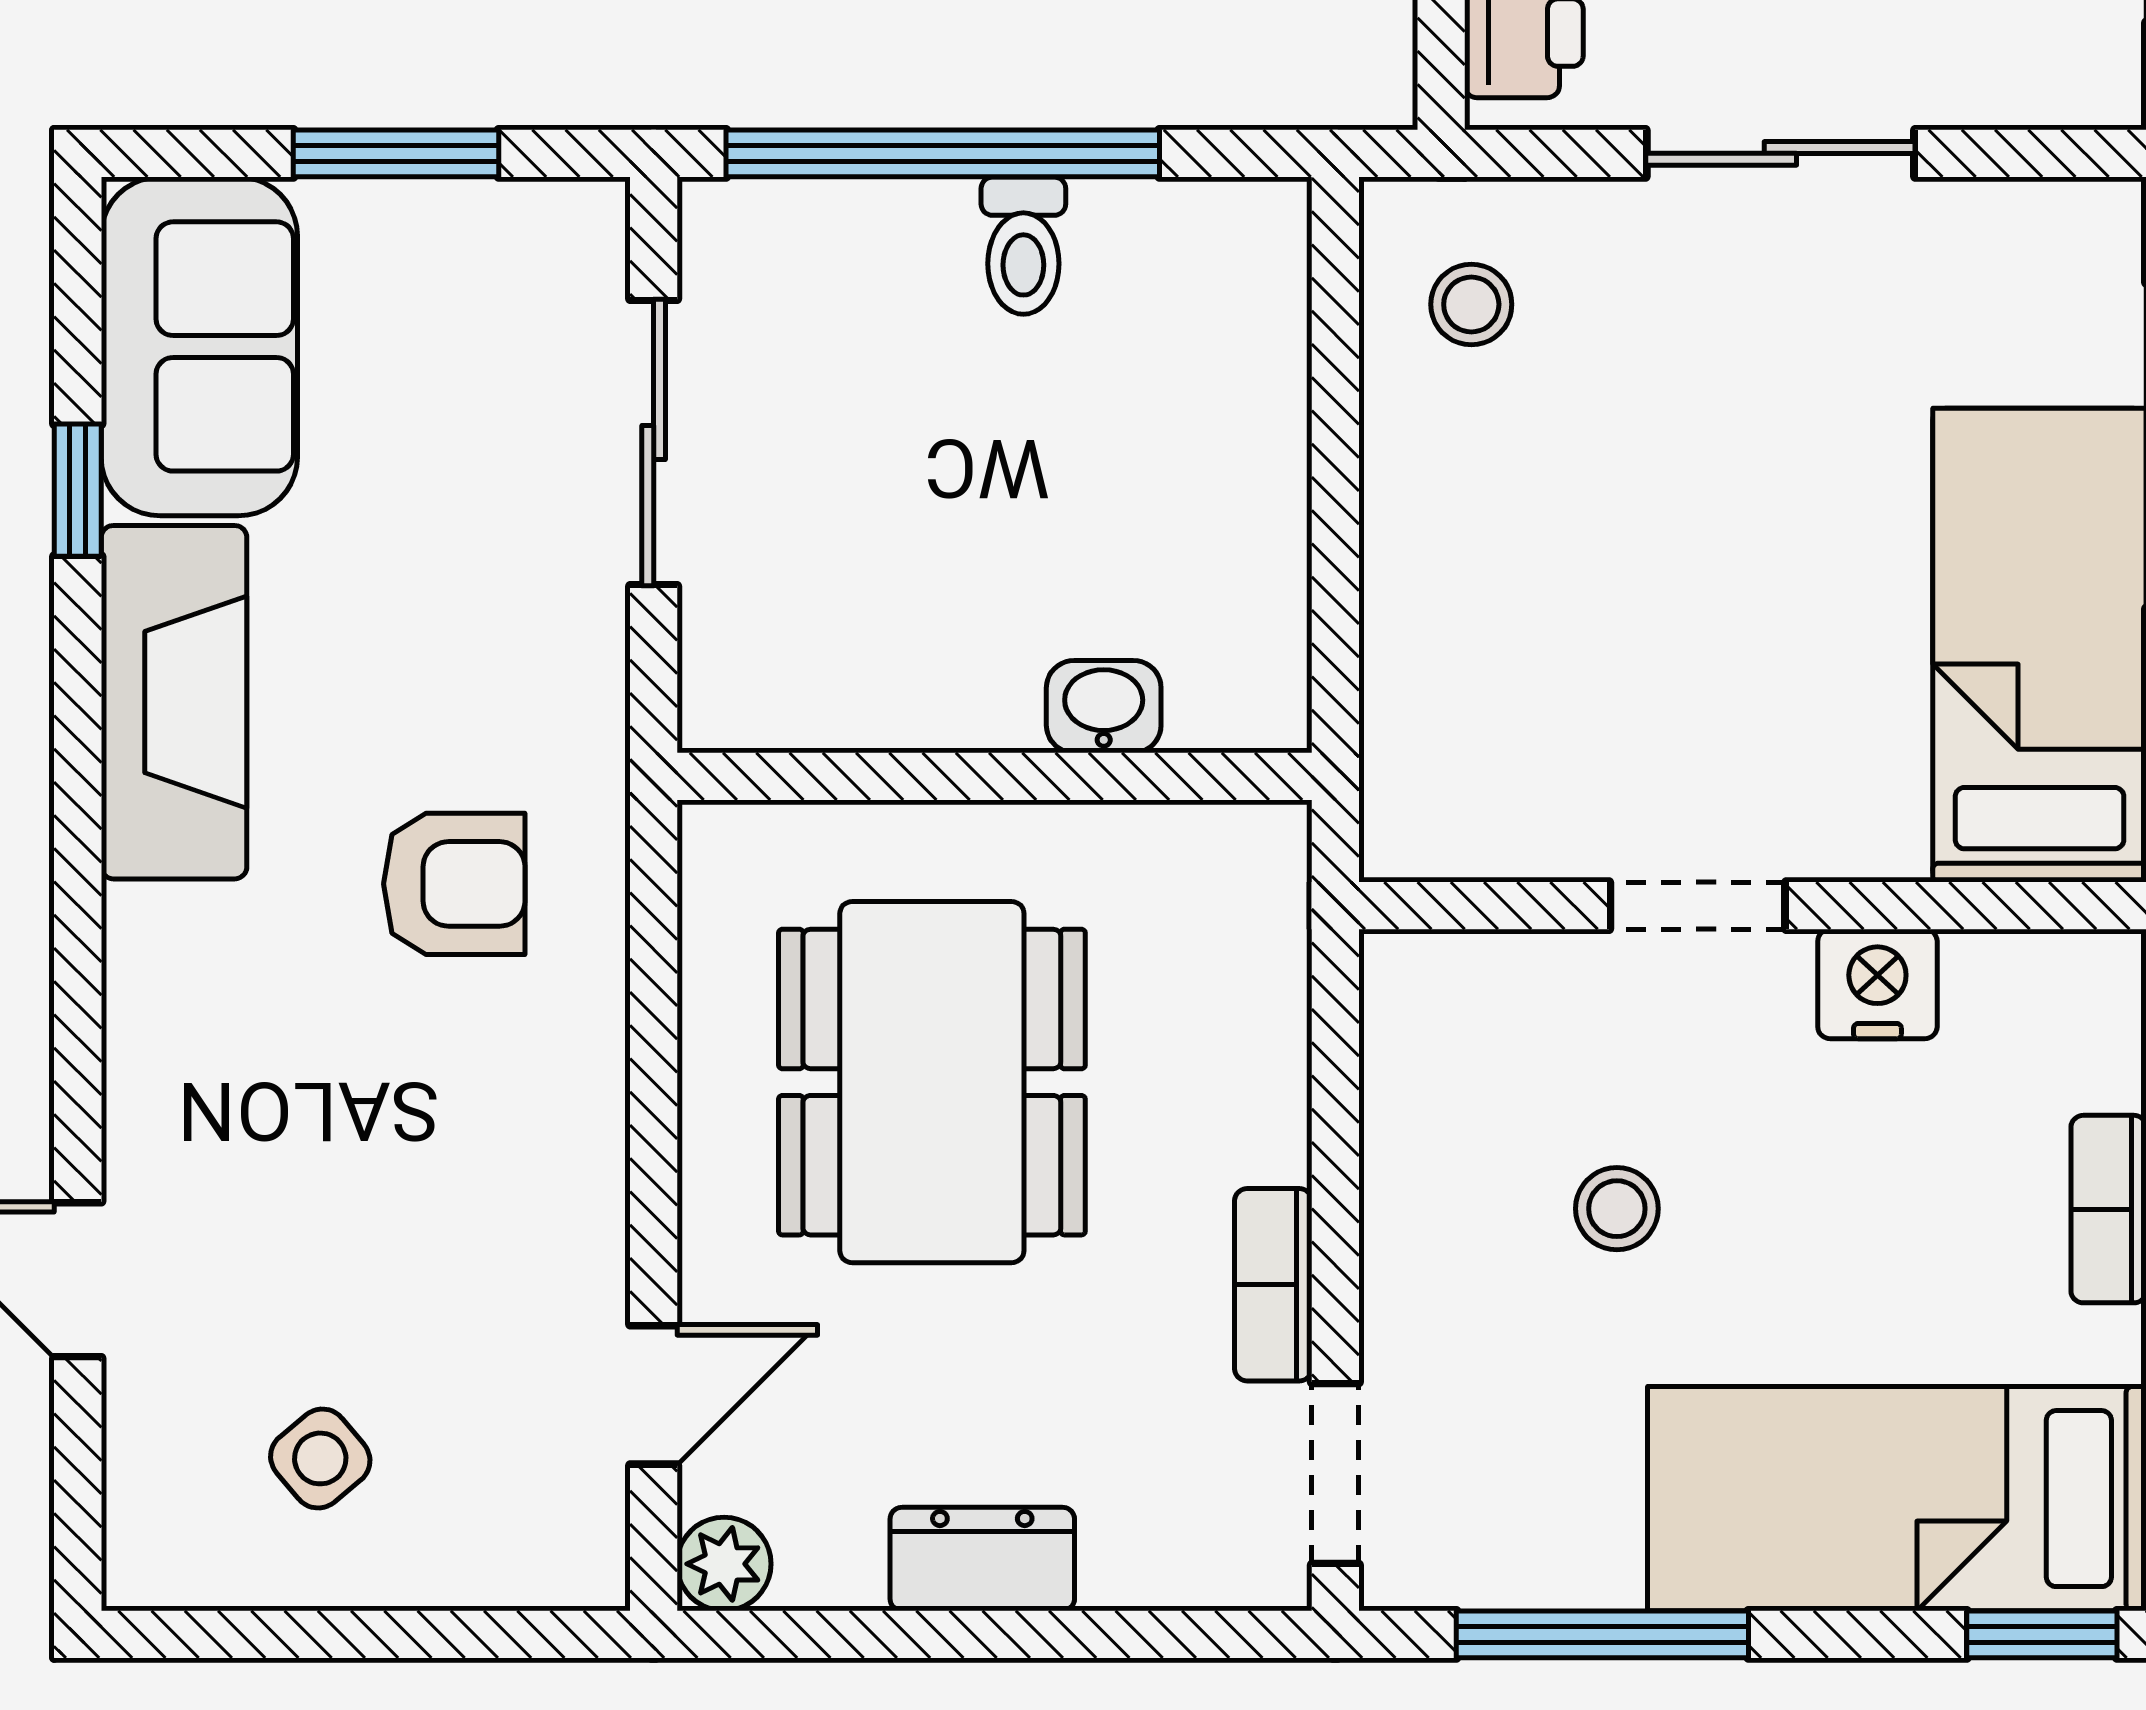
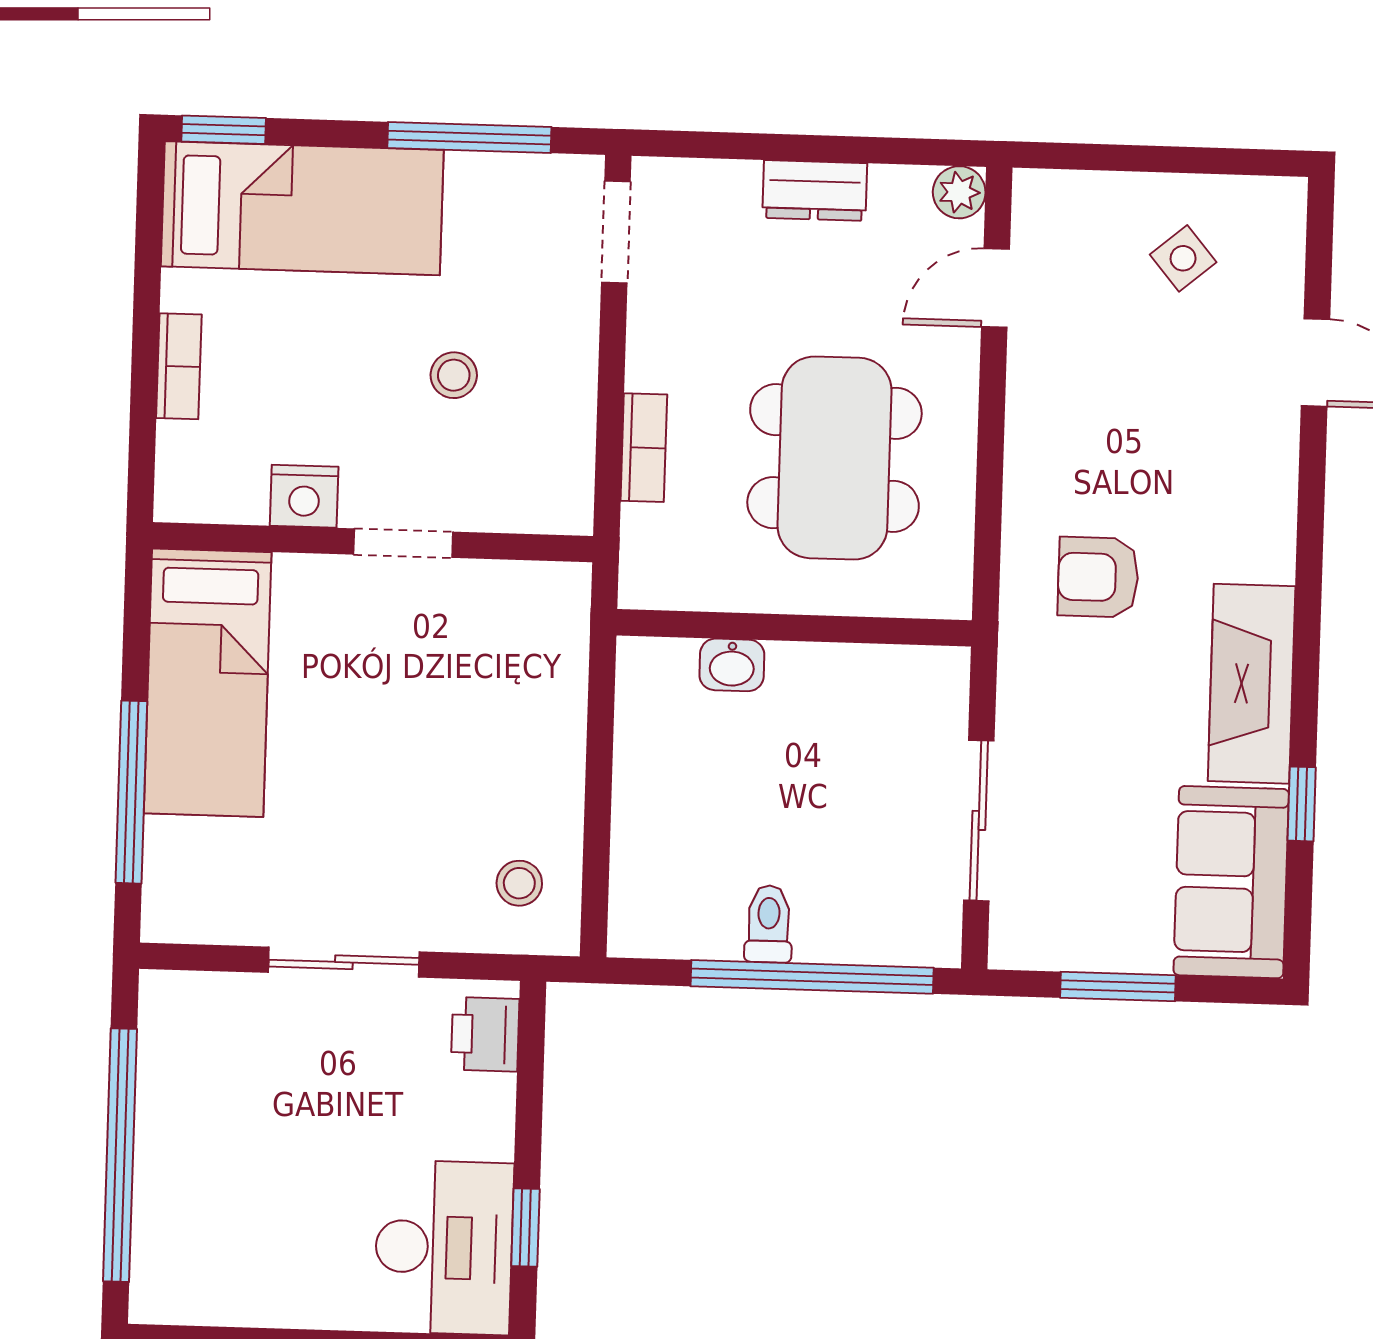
bookcase: (1273, 1285) -> (644, 448), moved

